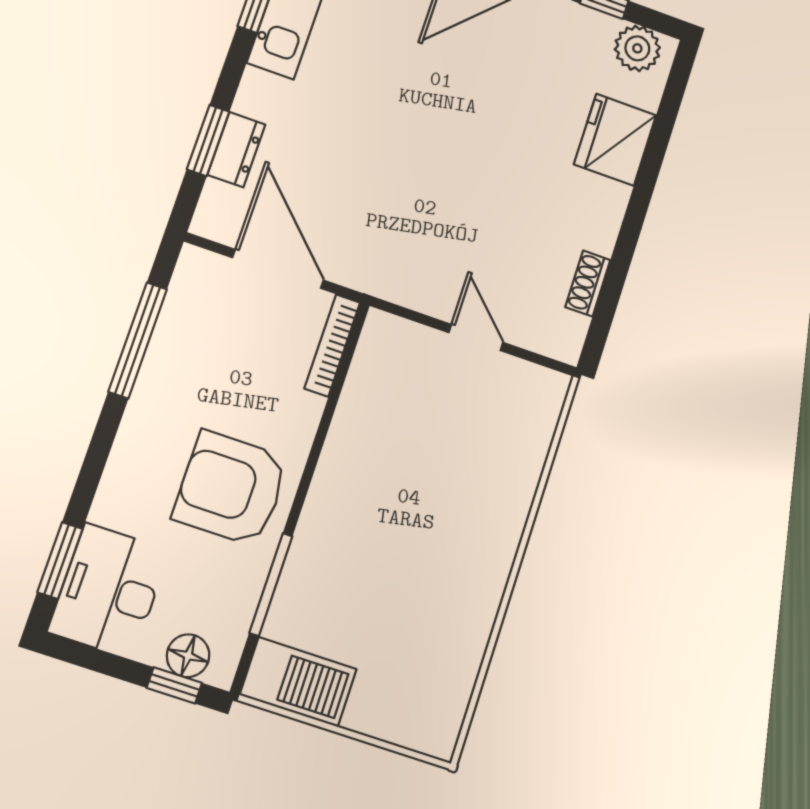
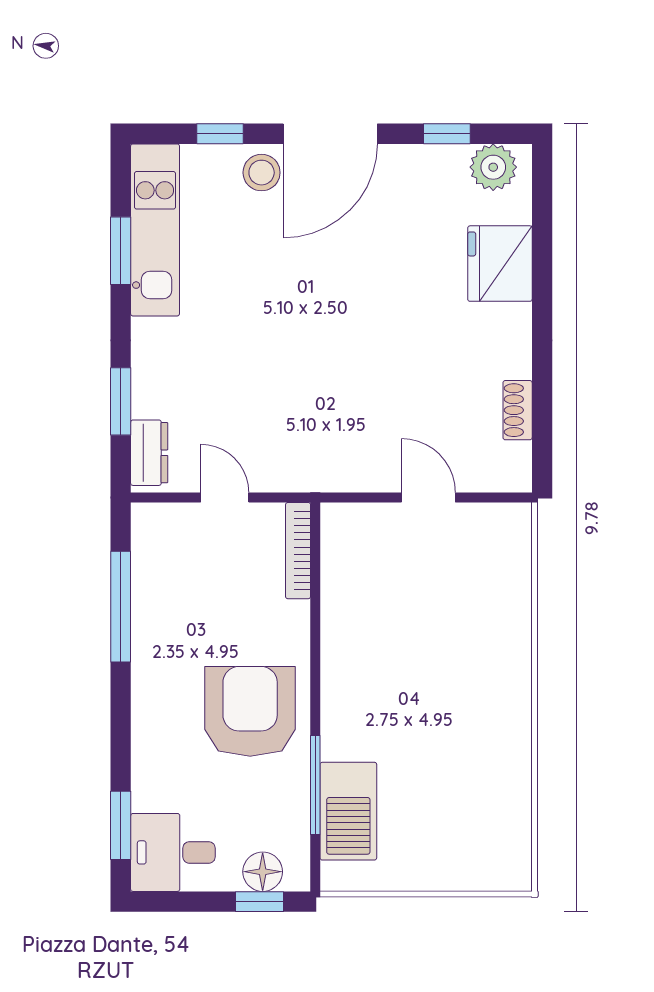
dresser: (236, 150) -> (149, 453), moved
door: (278, 269) -> (225, 498), width x0.53
armchair: (231, 488) -> (250, 711), turned 90
desk: (109, 591) -> (173, 852), width x0.73
barbecue: (298, 682) -> (348, 811), moved, turned 90

